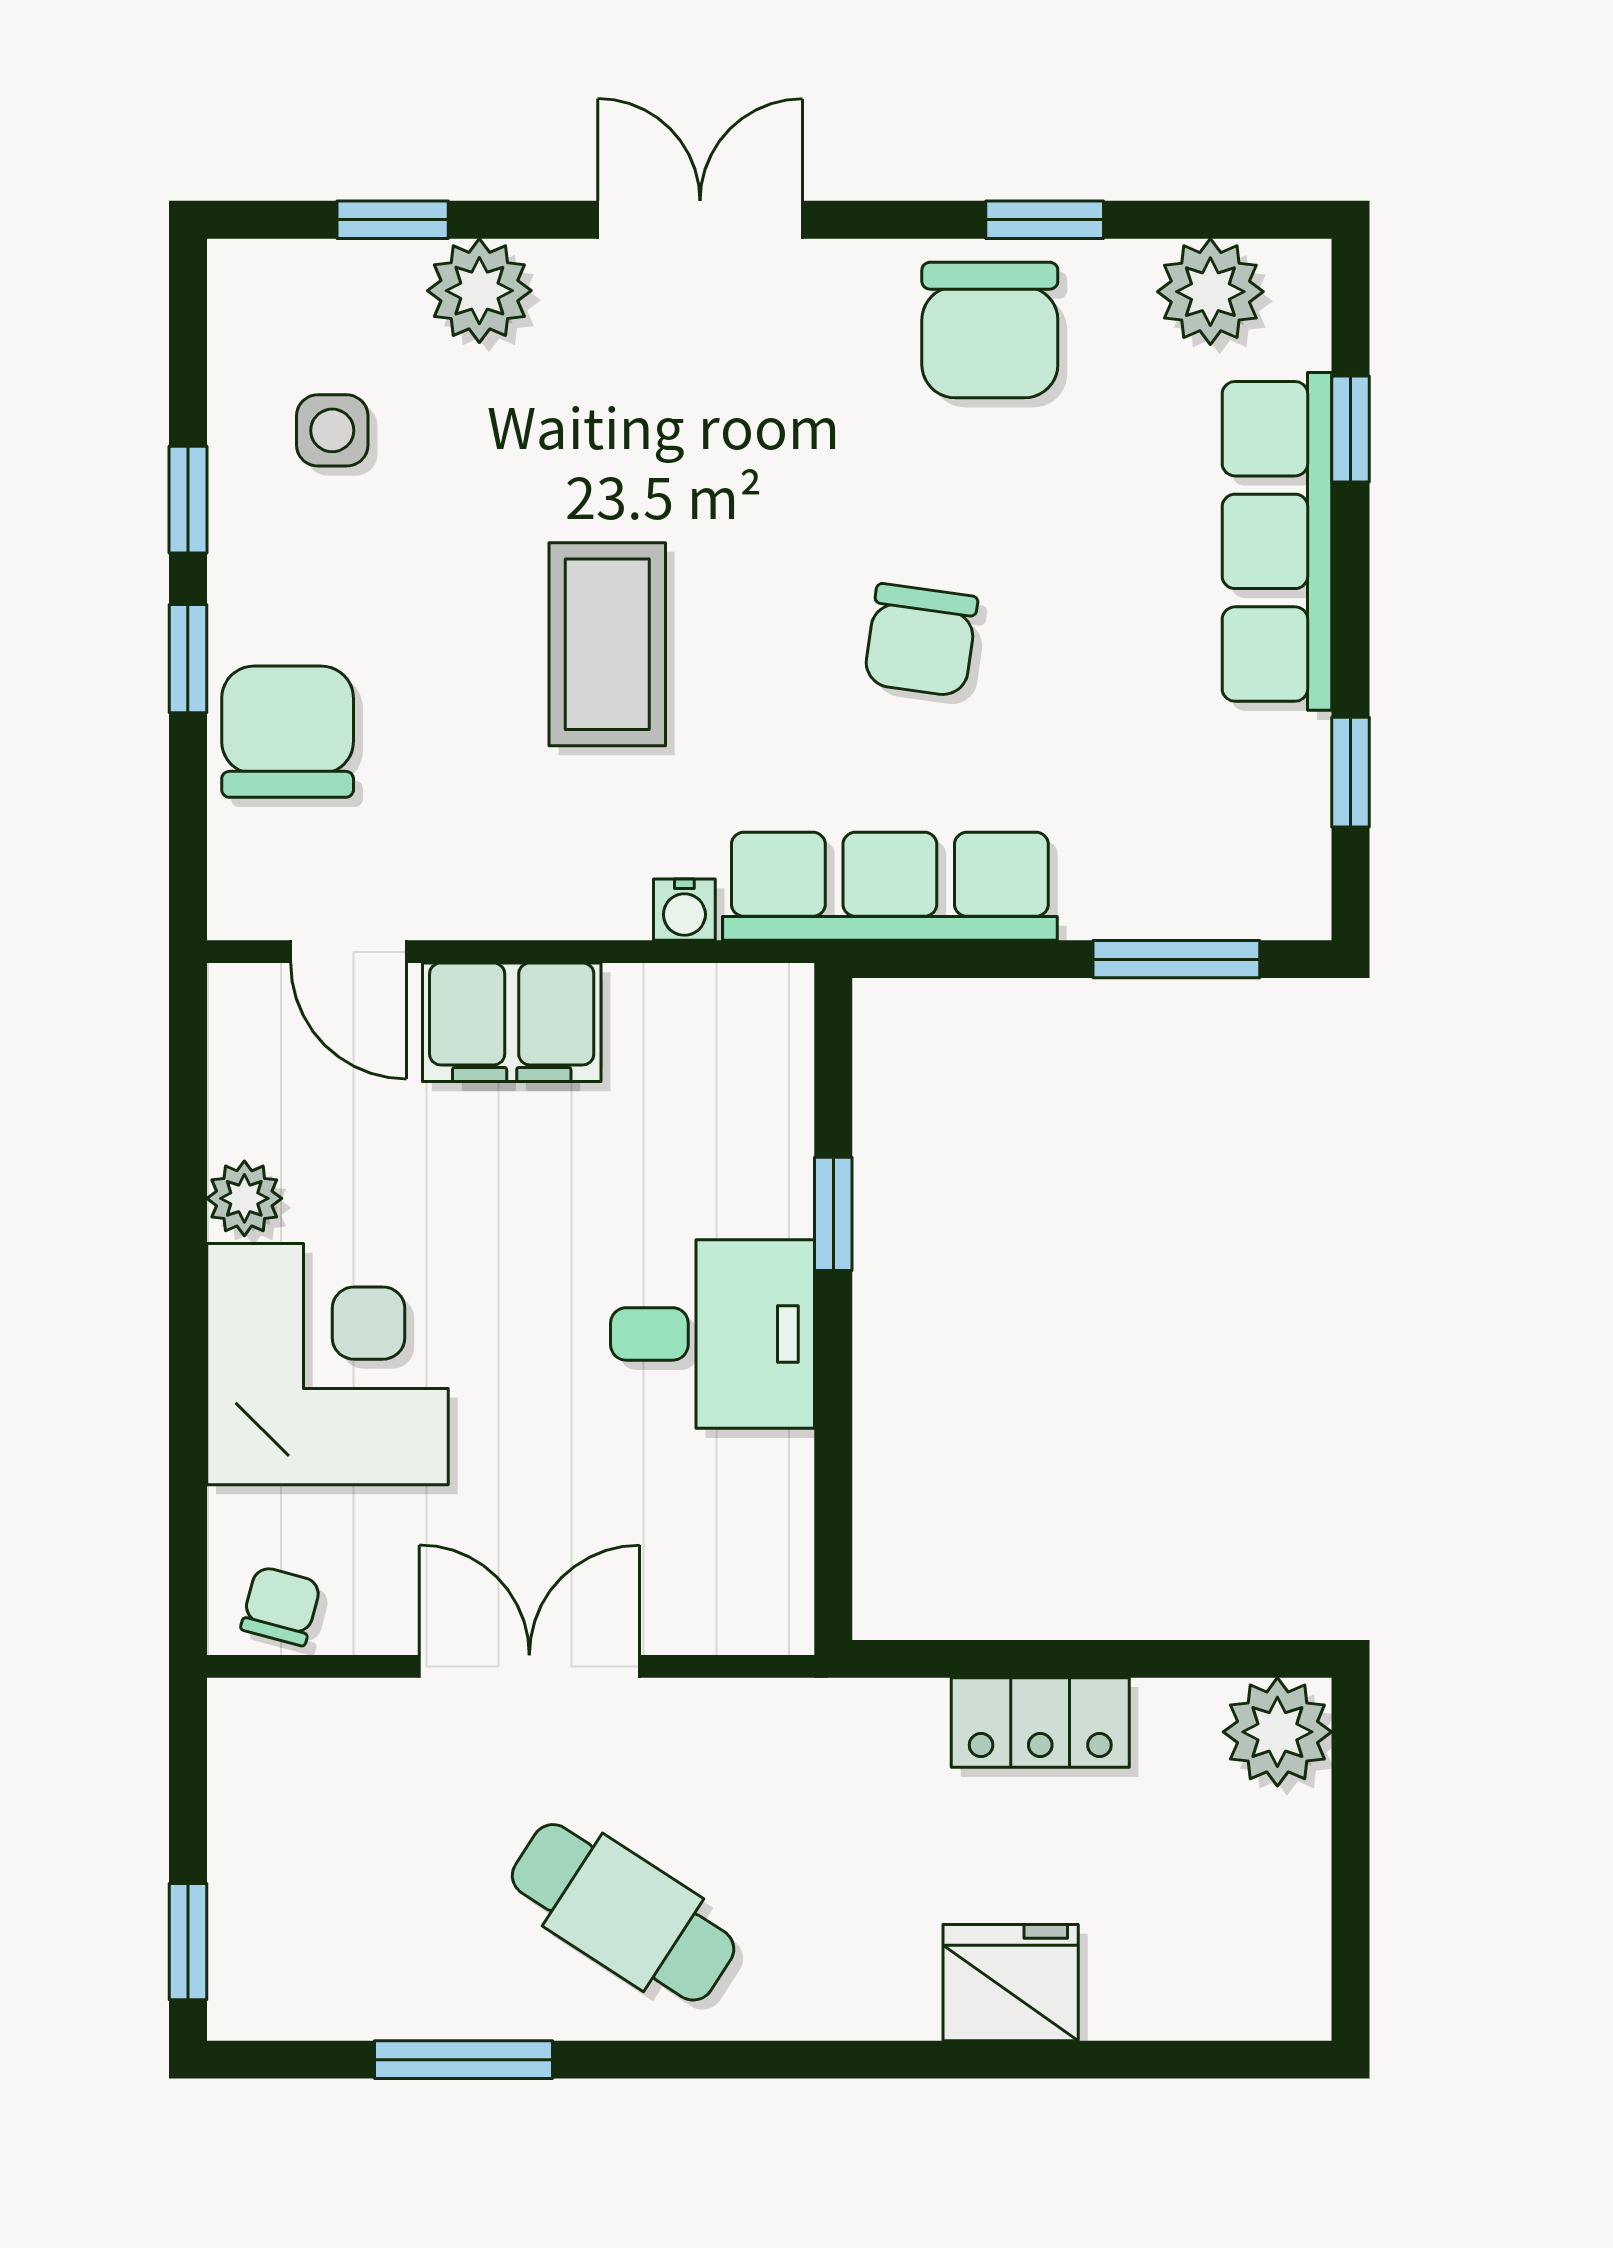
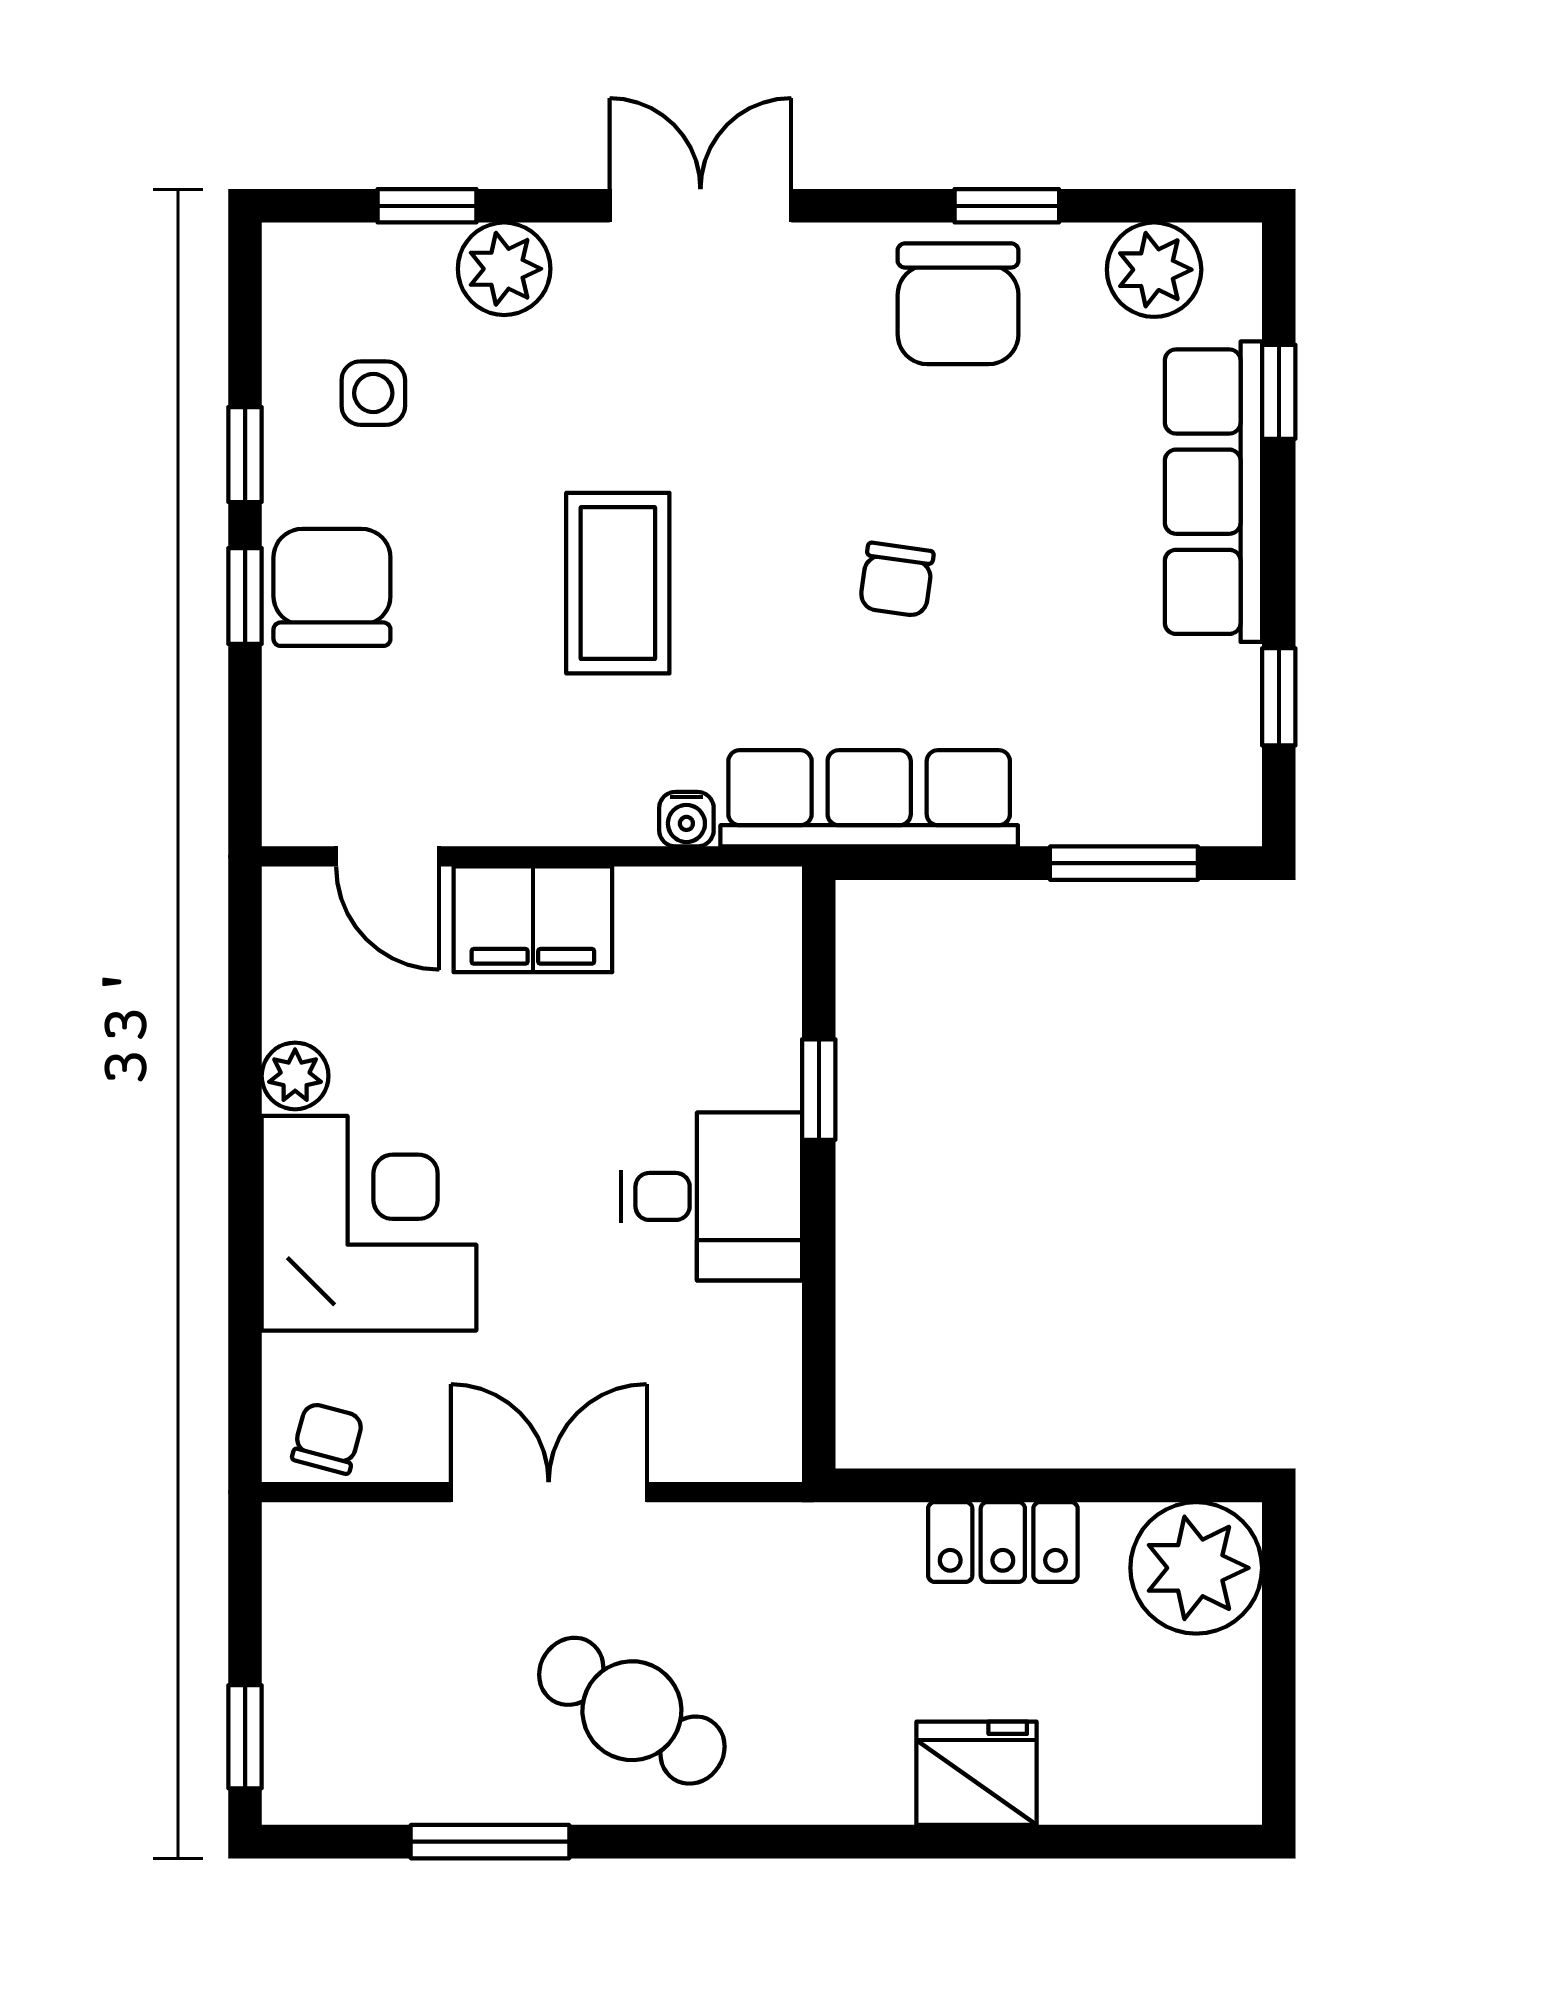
chair: (921, 640) -> (897, 580), width x0.73, depth x0.73
chair: (288, 732) -> (332, 587), moved
plant: (1277, 1732) -> (1196, 1568), width x1.36, depth x1.36

